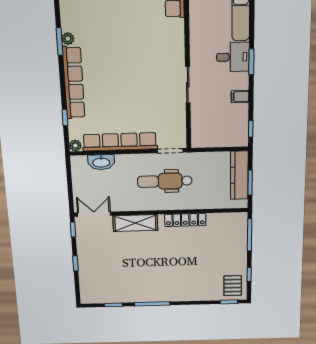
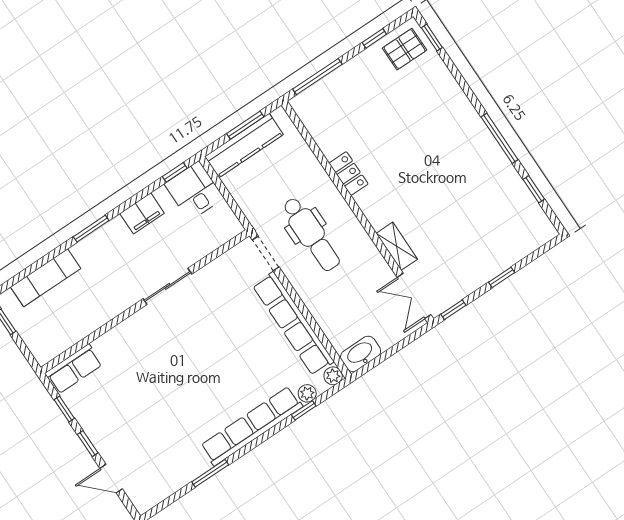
plant: (68, 39) -> (307, 393), moved
desk: (233, 57) -> (194, 191), moved
filing cabinet: (240, 97) -> (142, 213), width x2.00
washbasin: (101, 162) -> (361, 354), moved, turned -90
locker: (185, 220) -> (348, 174), width x0.66
shelving: (135, 223) -> (397, 246), width x0.67, depth x0.75

